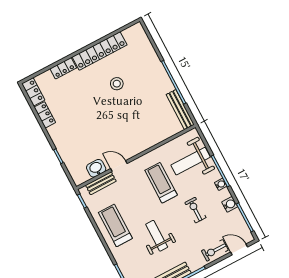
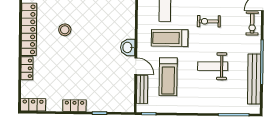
locker: (45, 115) -> (74, 106), moved
door: (119, 166) -> (136, 66), swing flipped
washbasin: (96, 168) -> (128, 47), moved
treadmill: (115, 225) -> (168, 77), moved, turned -90

